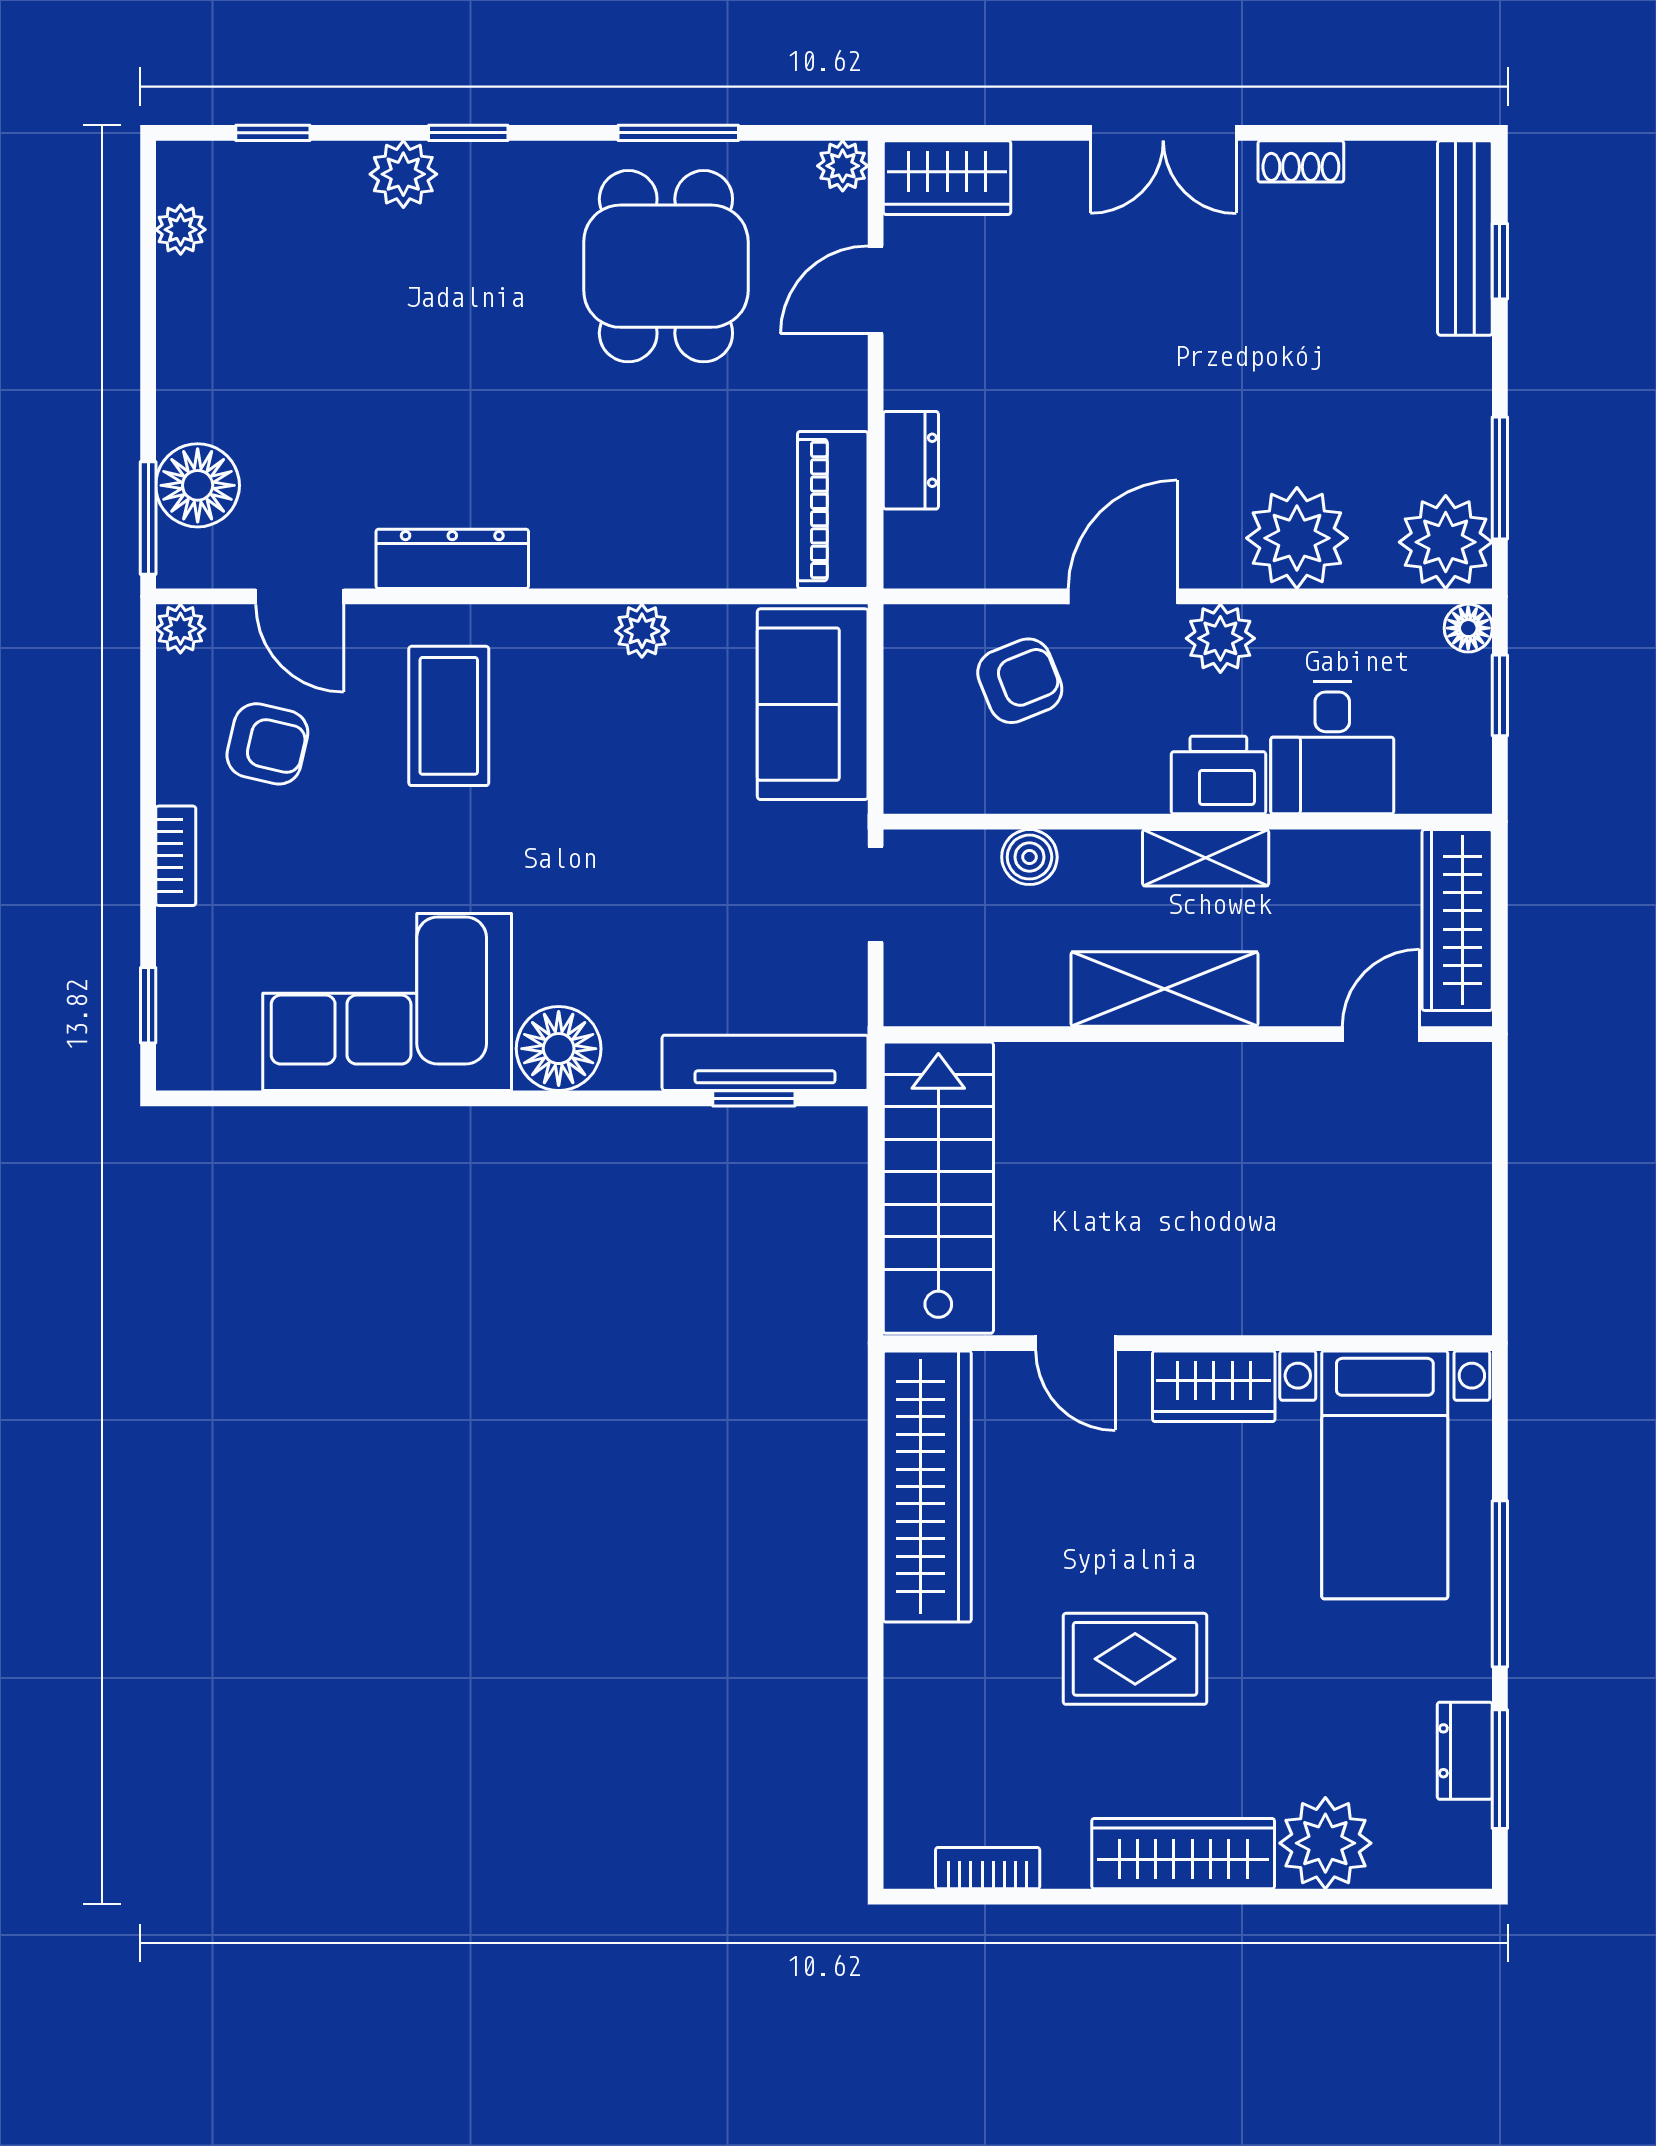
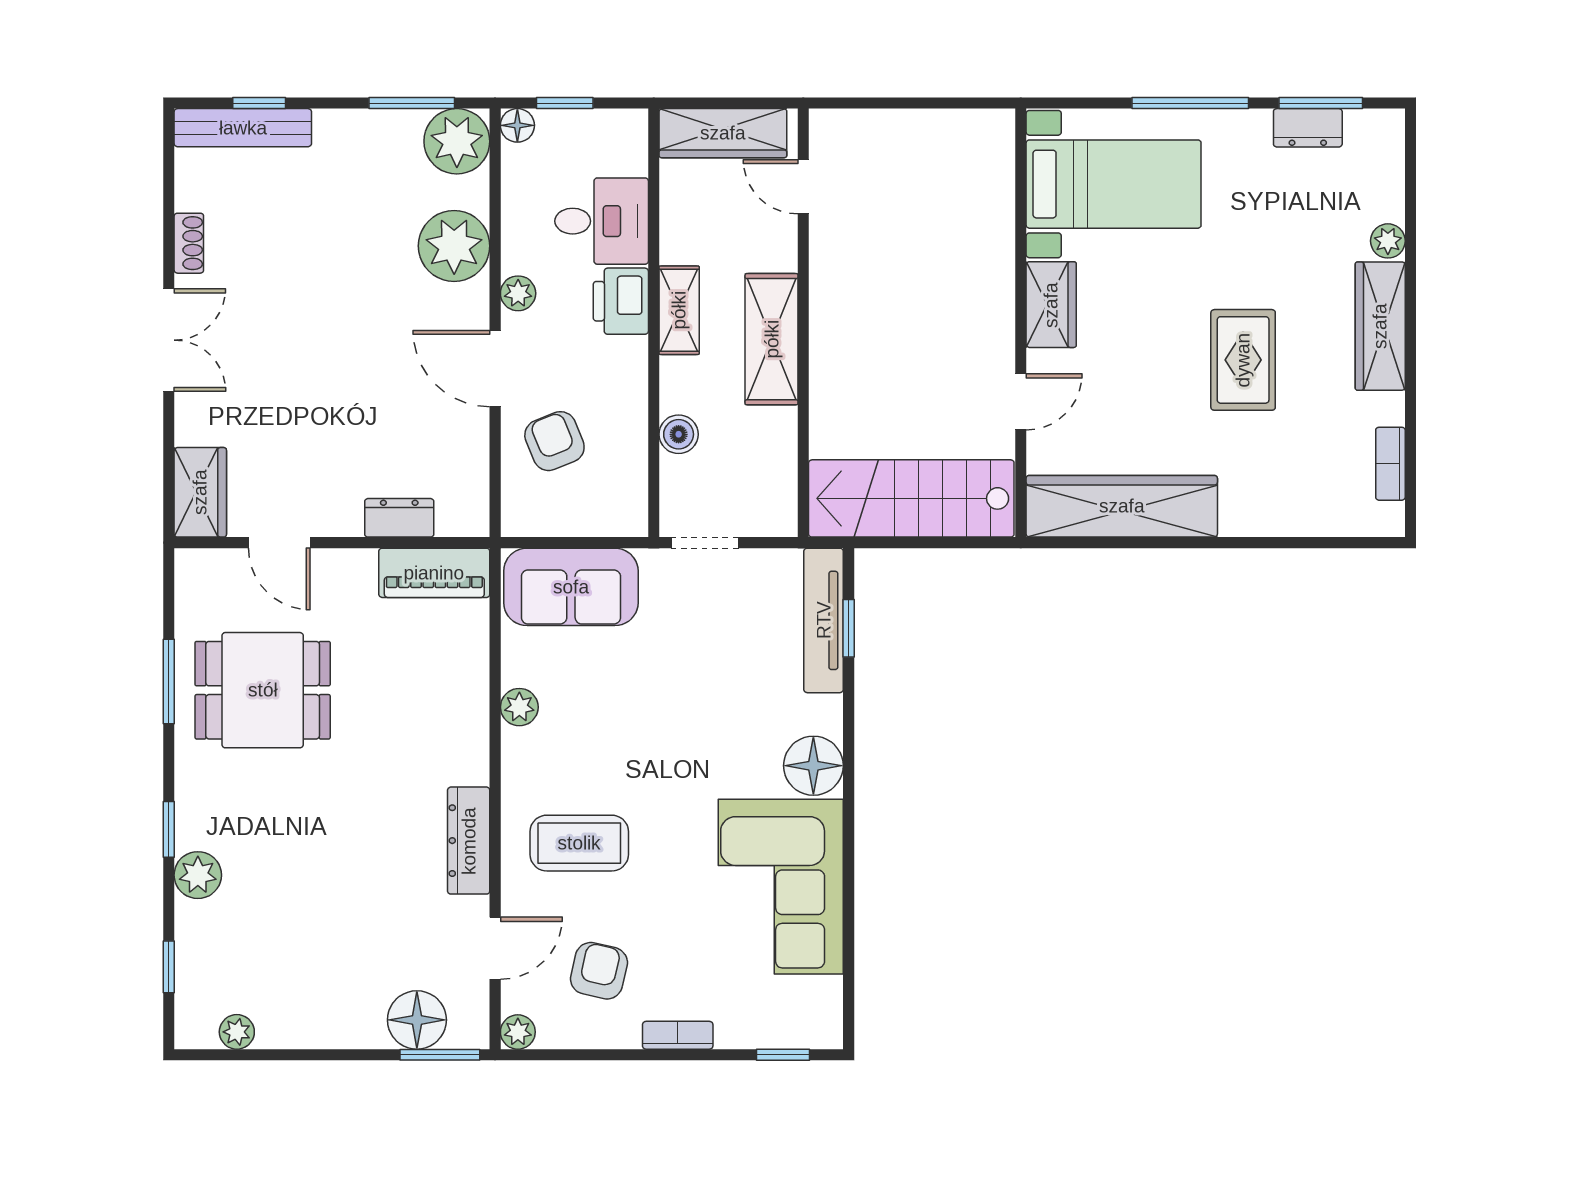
plant: (843, 166) -> (192, 566), removed
plant: (1220, 638) -> (518, 293), width x0.73, depth x0.73
plant: (1325, 1843) -> (1388, 241), width x0.53, depth x0.53

